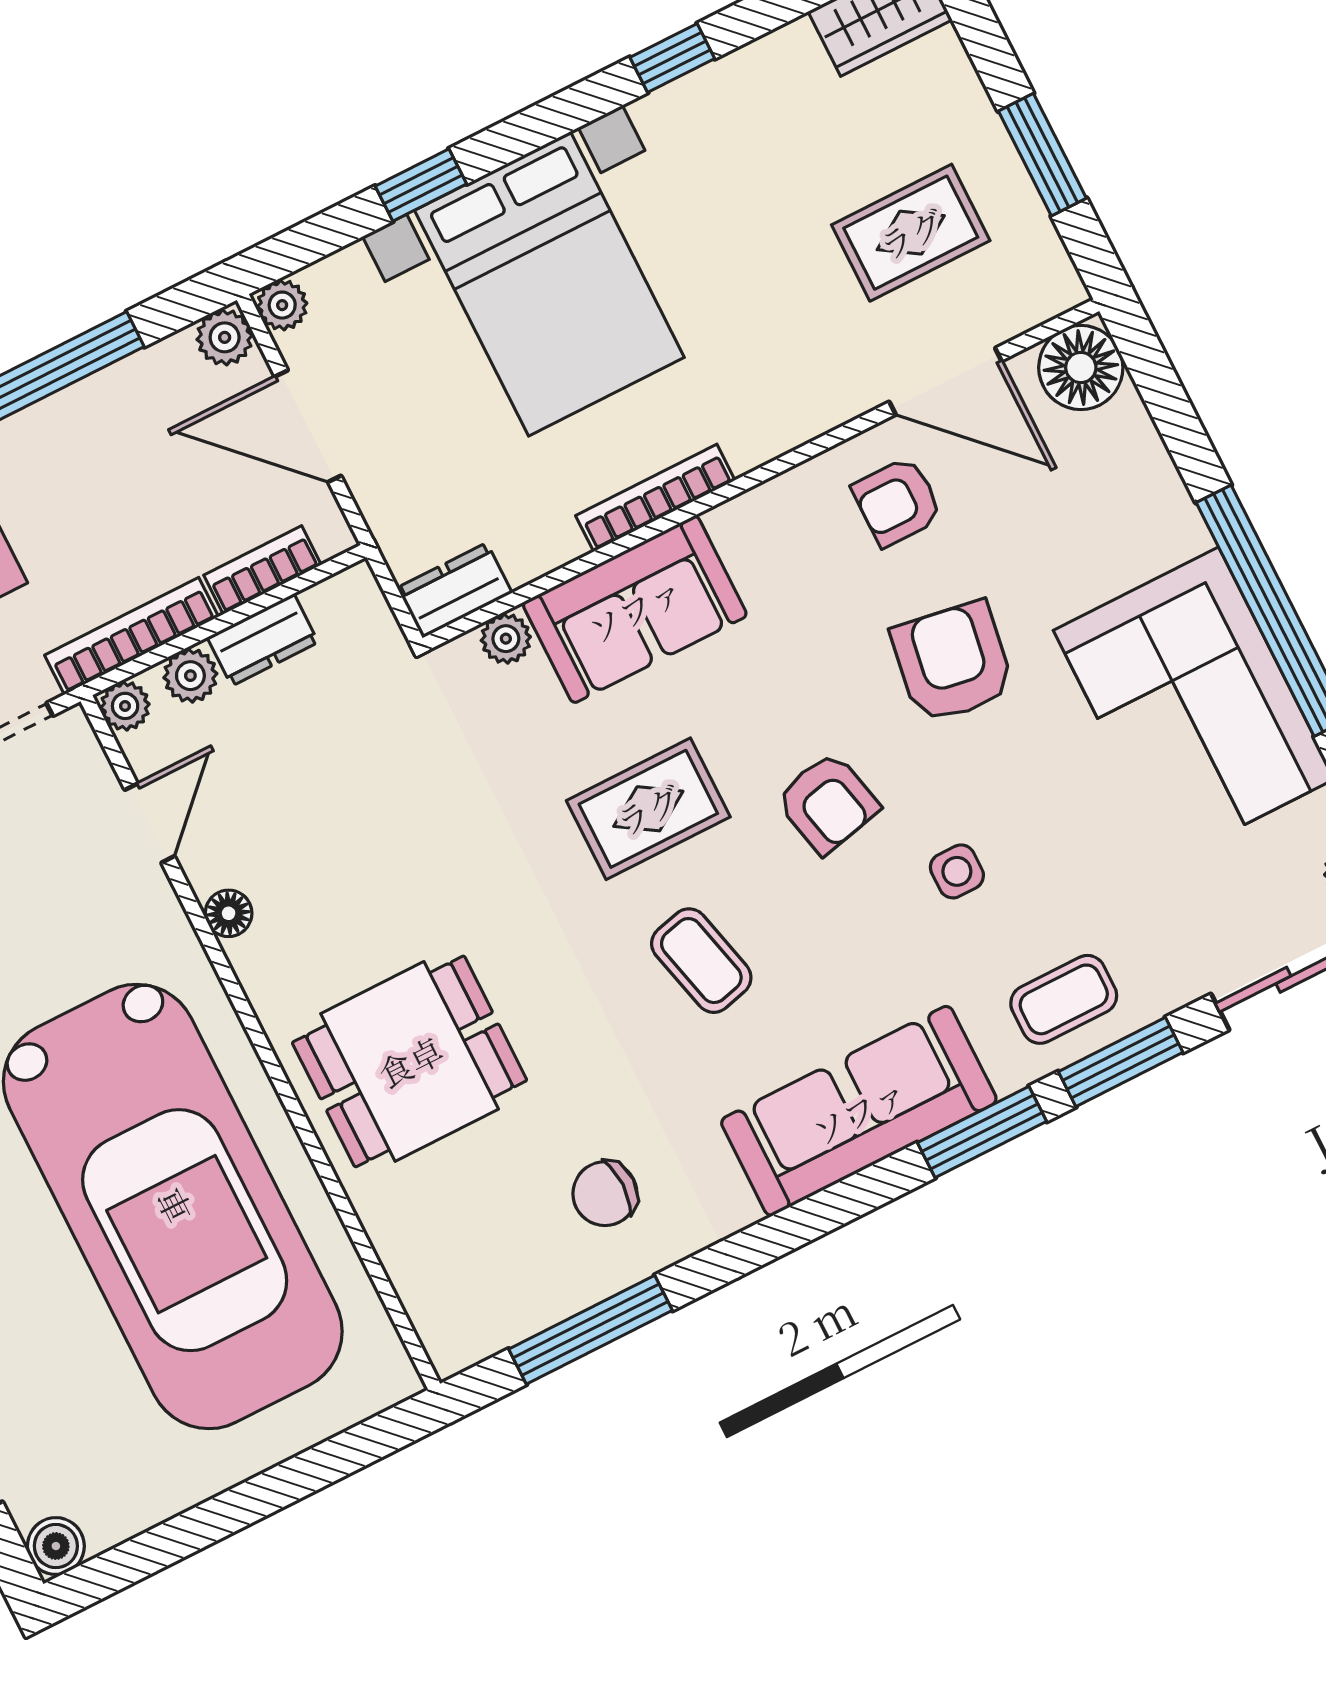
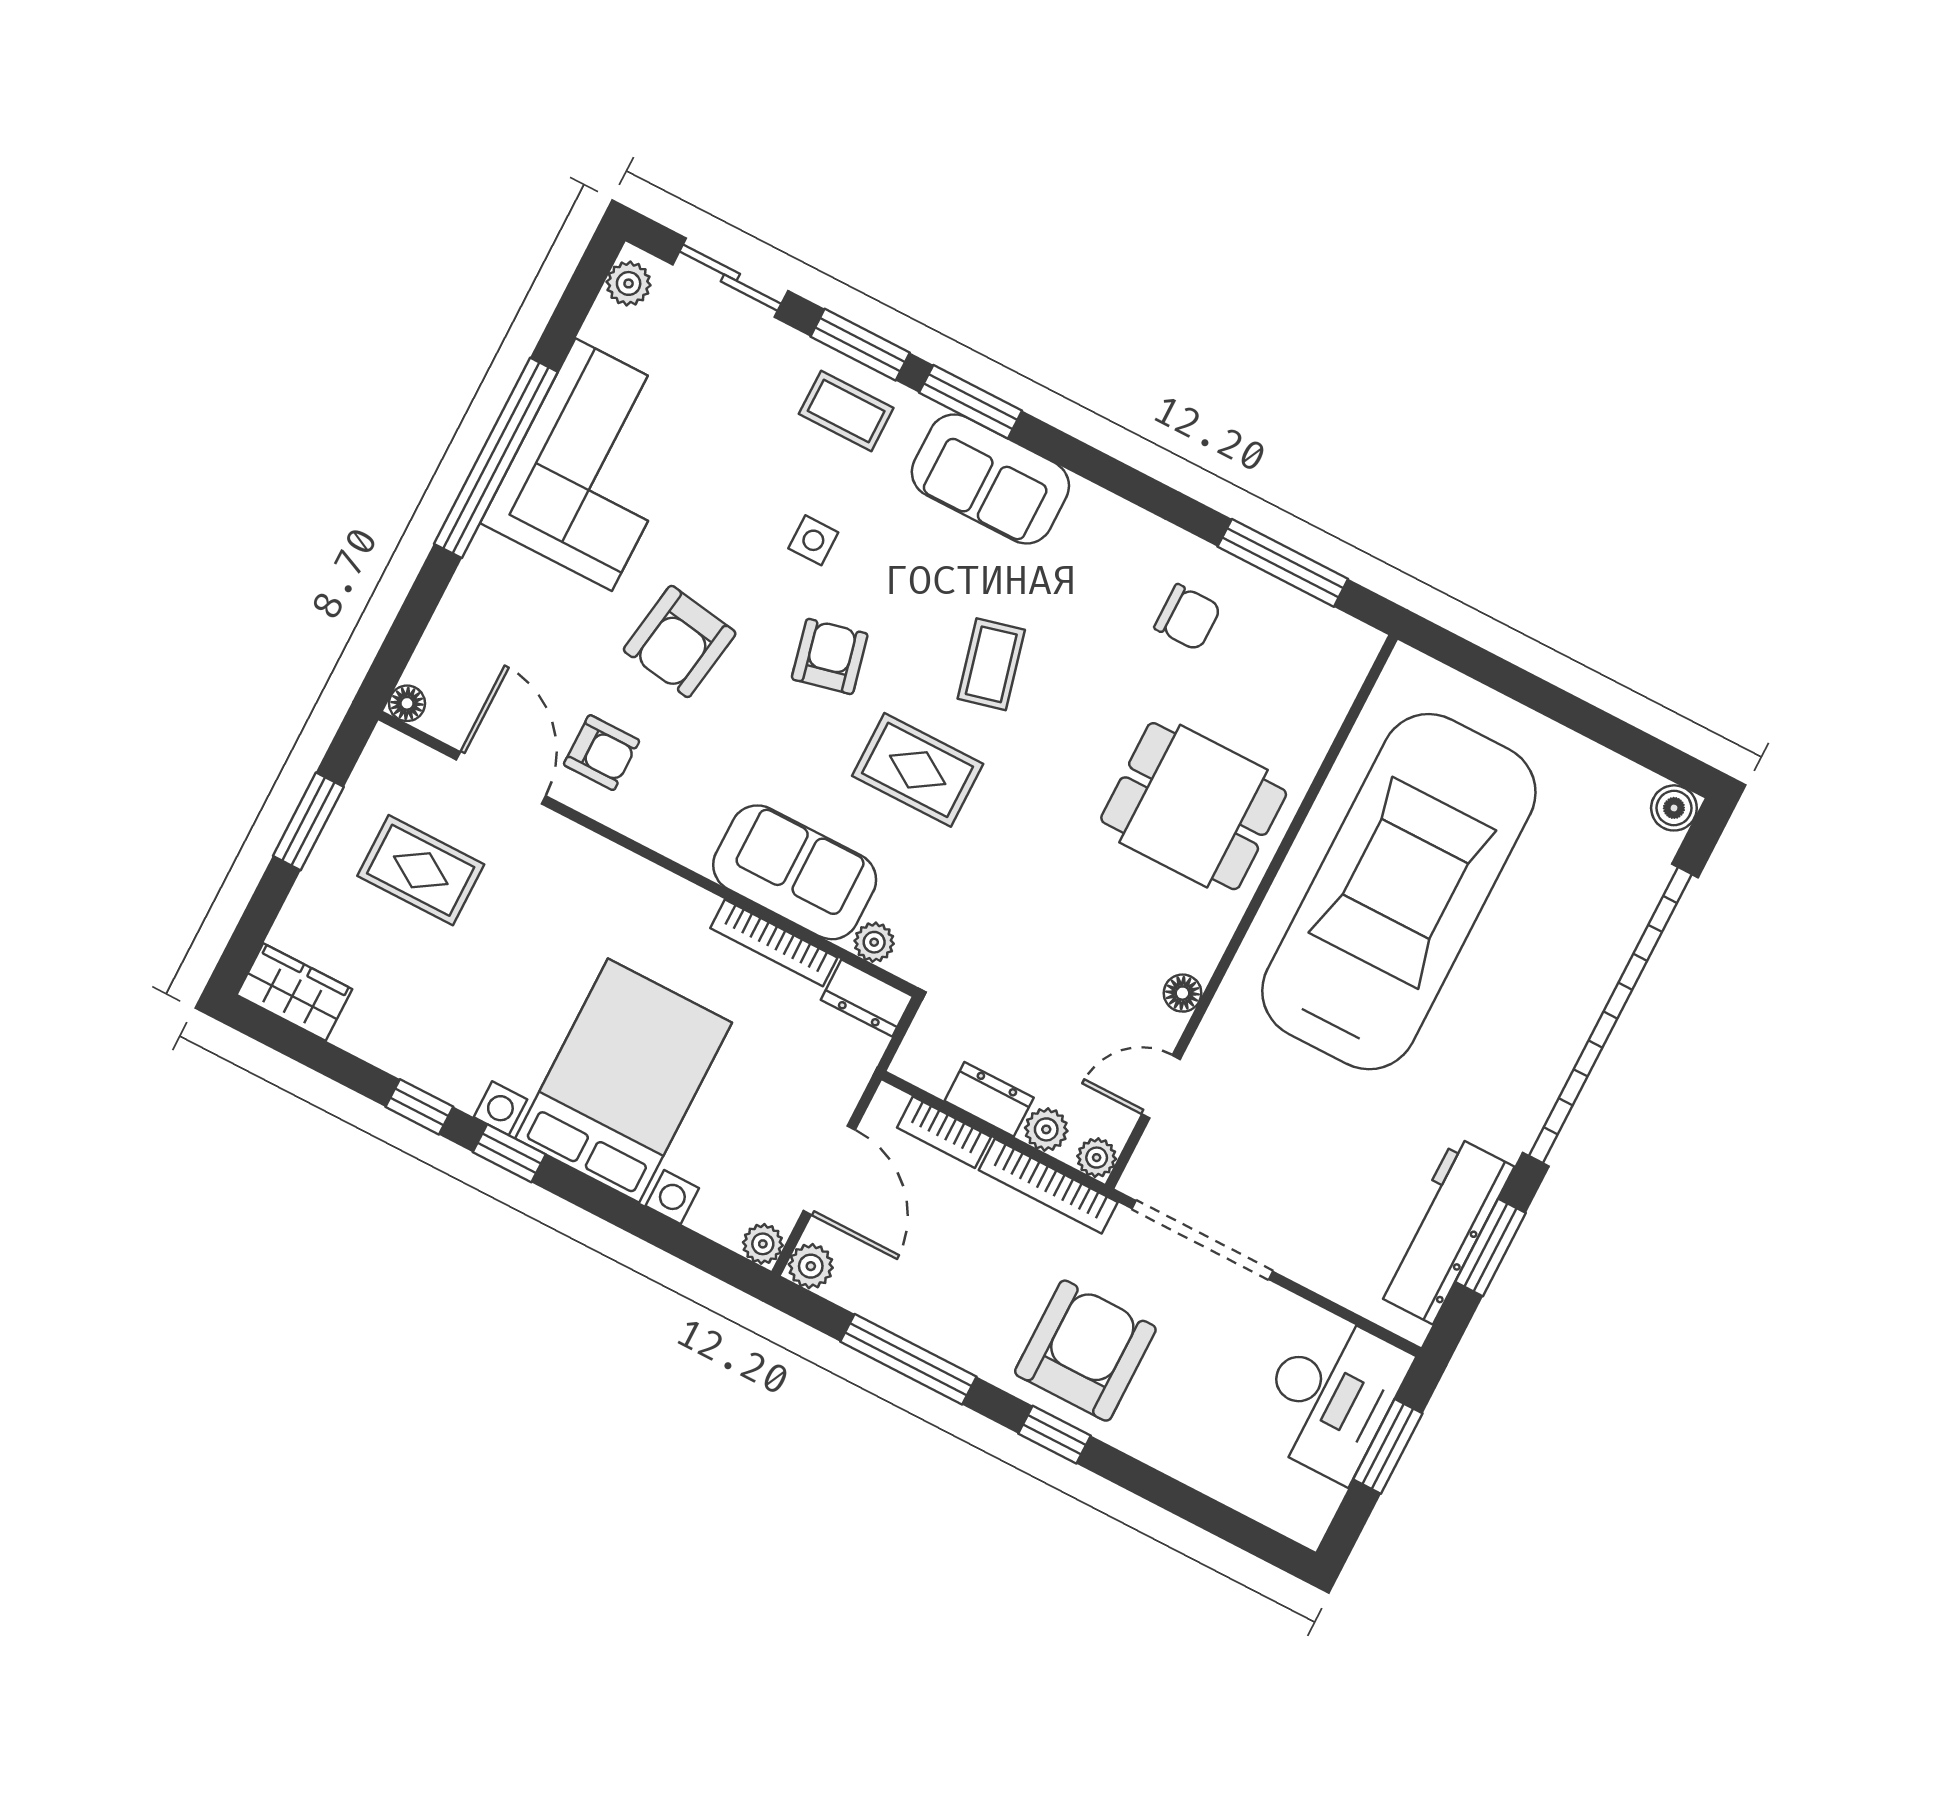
window: (421, 185) -> (509, 1153), moved
floor lamp: (1081, 368) -> (407, 703), width x0.53, depth x0.53
bookcase: (655, 498) -> (774, 943), moved
sofa: (859, 1111) -> (990, 479), width x0.73

